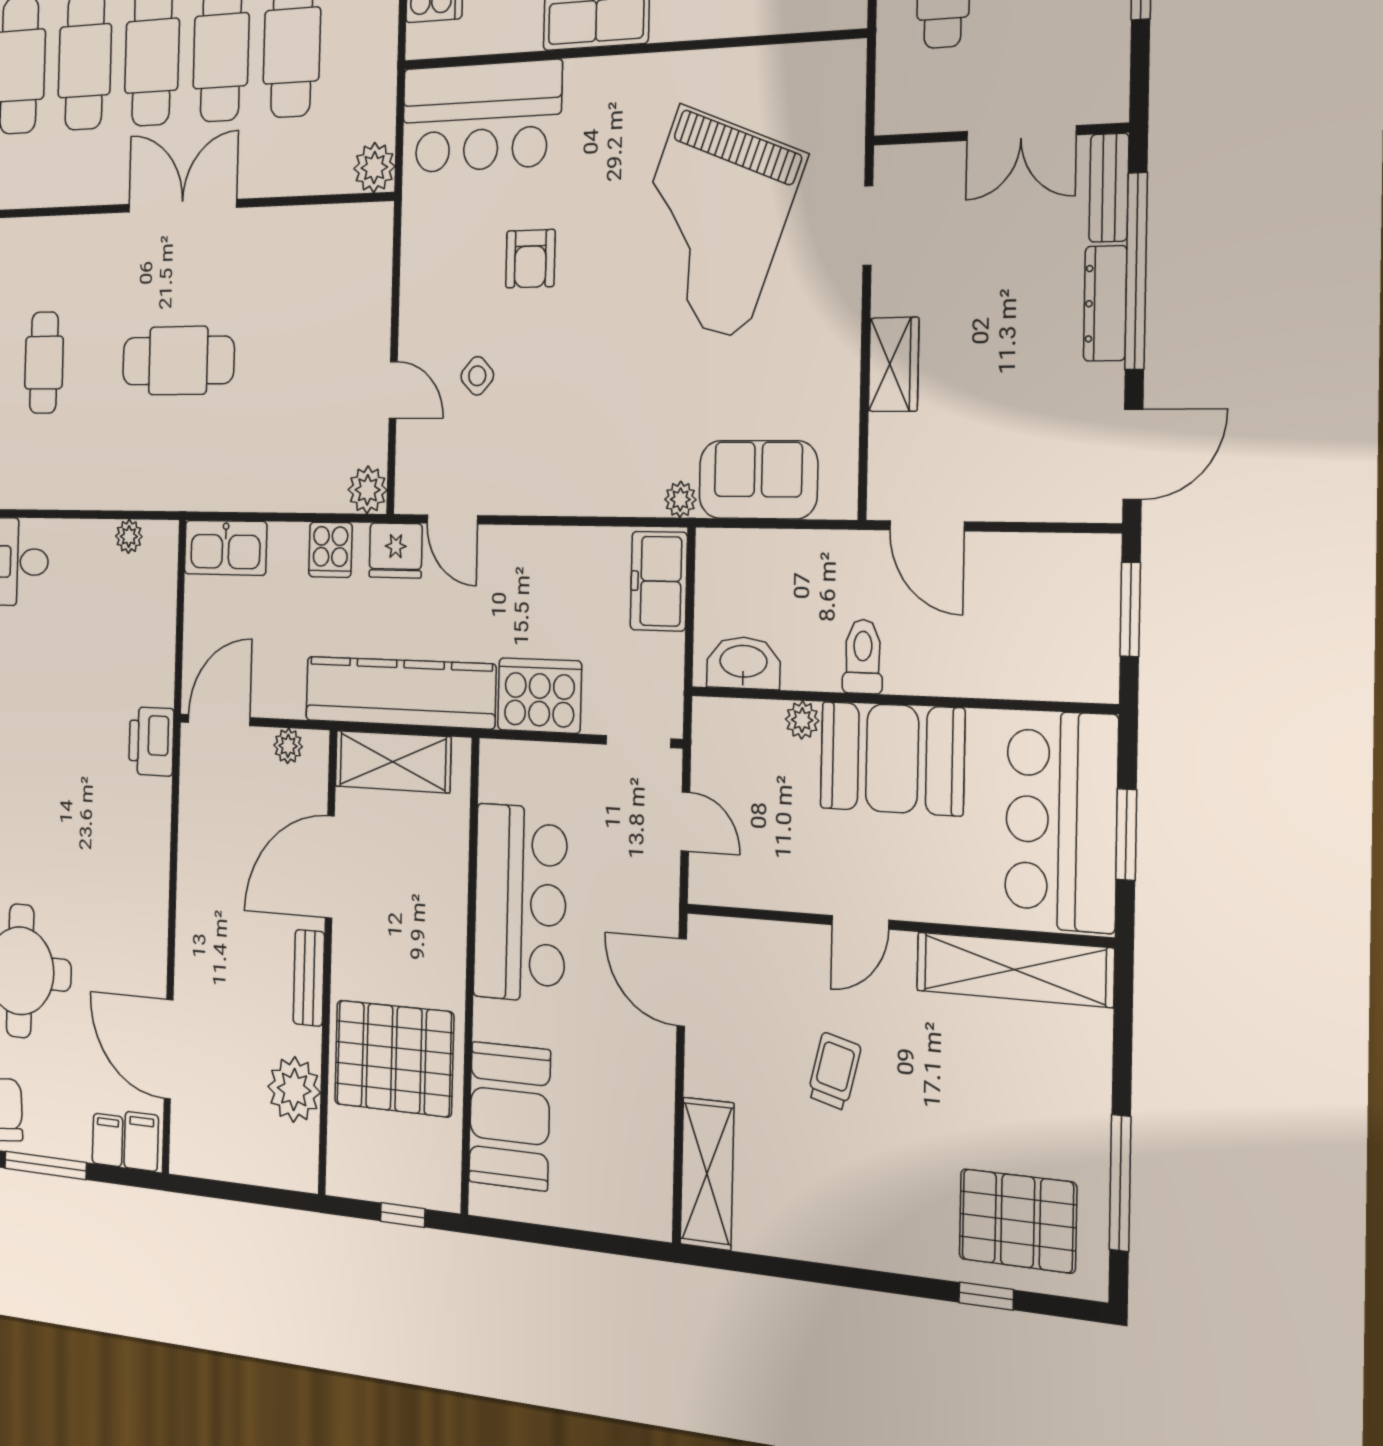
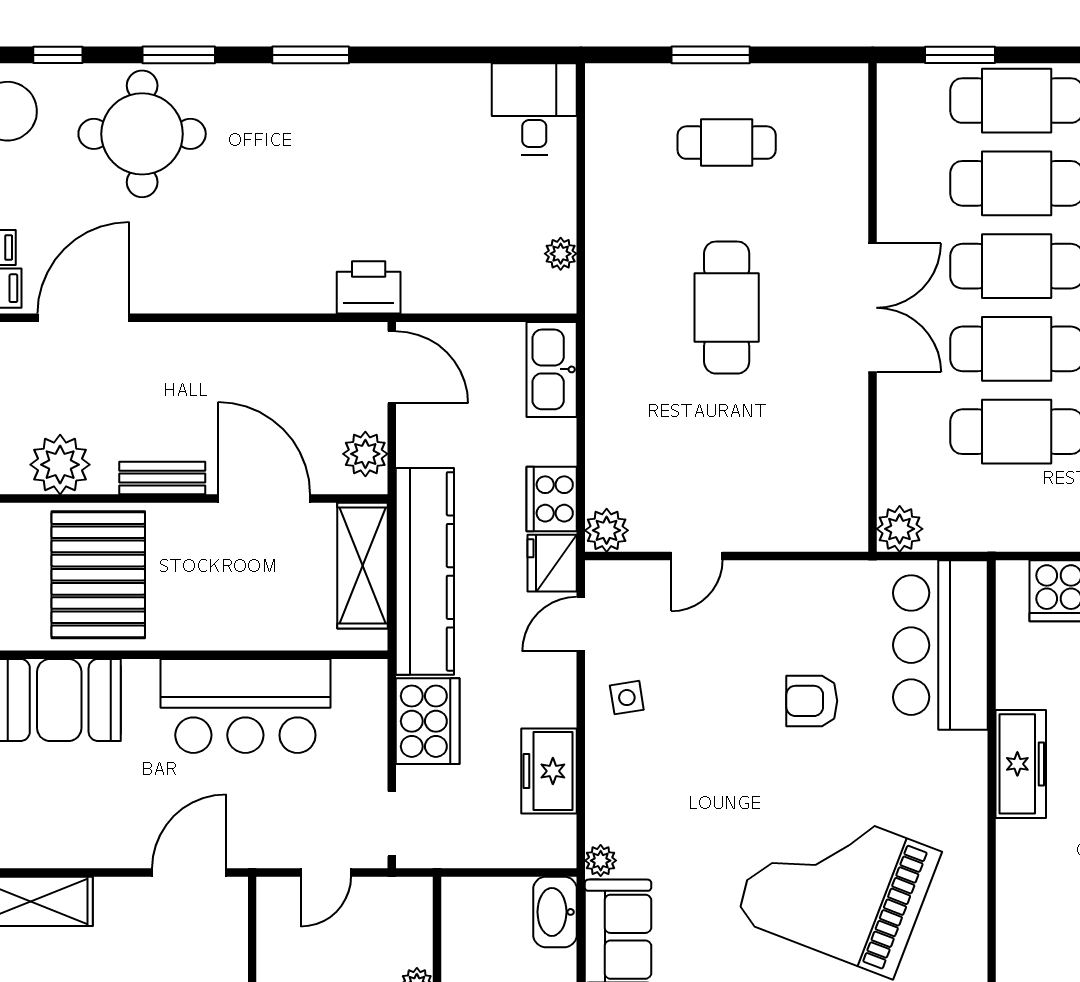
side table: (477, 376) -> (627, 698), moved, turned 37
cooker: (330, 550) -> (552, 499), width x1.36
freezer: (659, 581) -> (549, 771), moved, turned -90
washbasin: (743, 663) -> (555, 912), moved, turned 180
plant: (288, 746) -> (365, 454), width x1.38, depth x1.38

